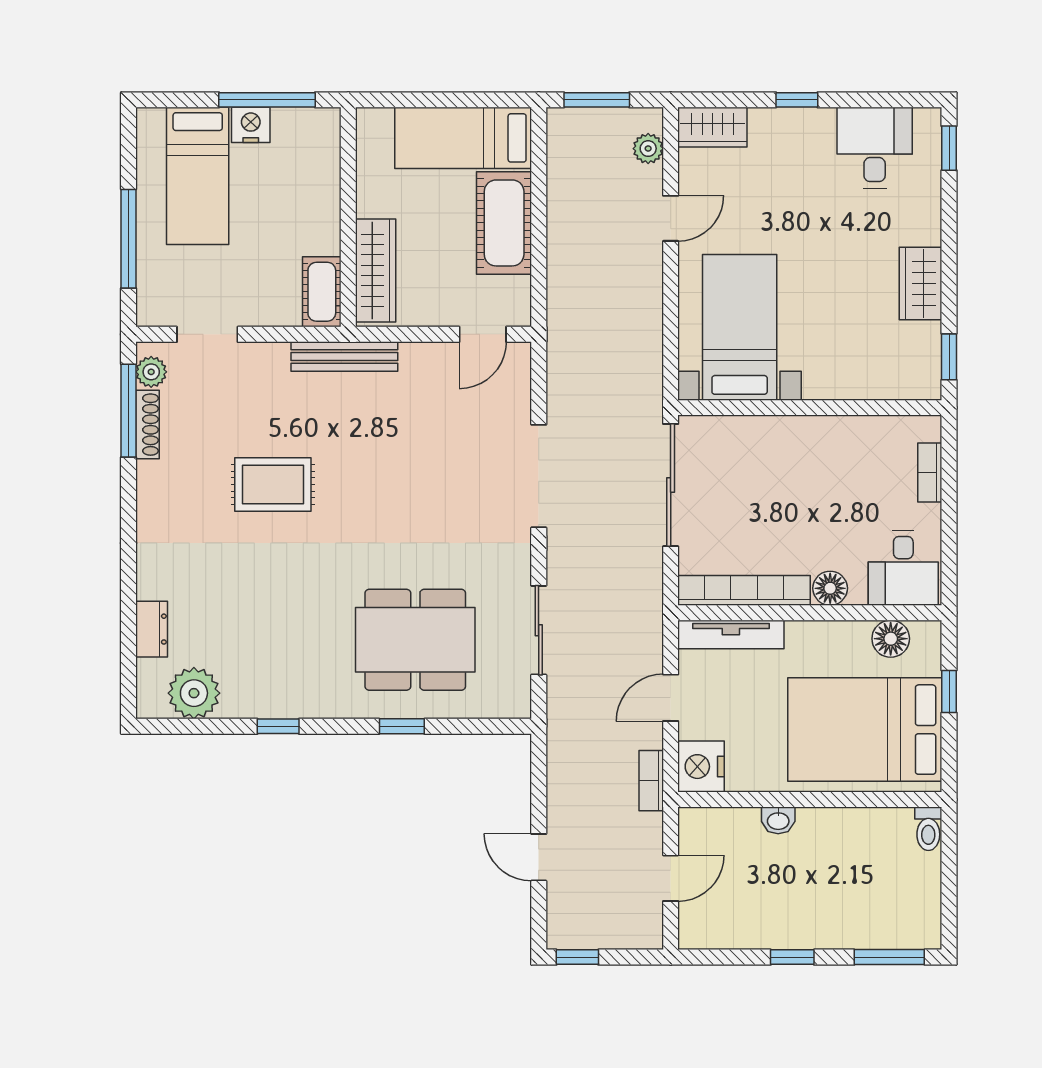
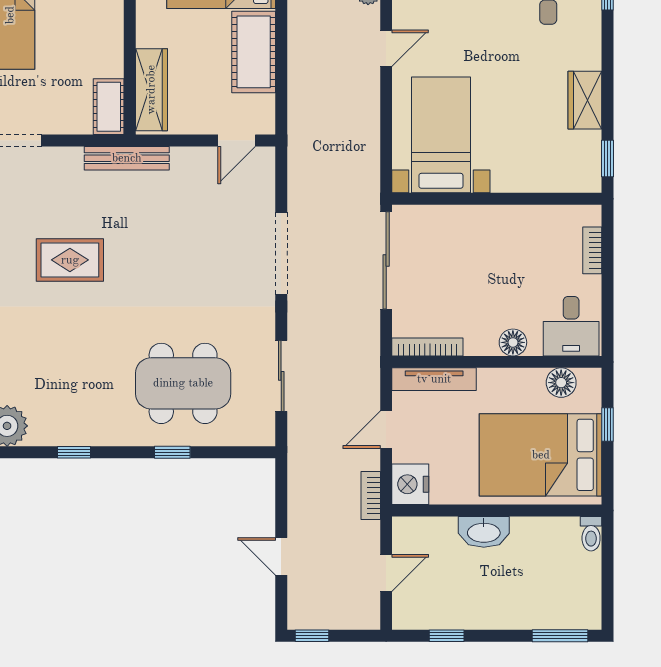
bookcase: (744, 590) -> (427, 347), width x0.68, depth x0.76
washbasin: (778, 820) -> (484, 532), width x1.91, depth x1.45
window: (792, 957) -> (447, 636), moved

